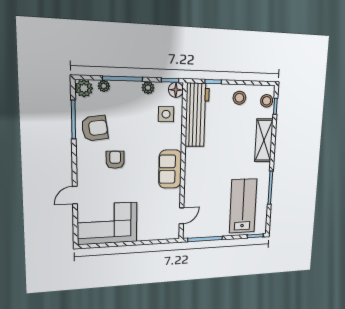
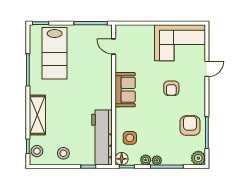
plant: (104, 86) -> (157, 160), moved
armchair: (95, 128) -> (190, 126), turned 98
armchair: (115, 160) -> (171, 88), moved
door: (182, 216) -> (114, 46), hinge flipped

